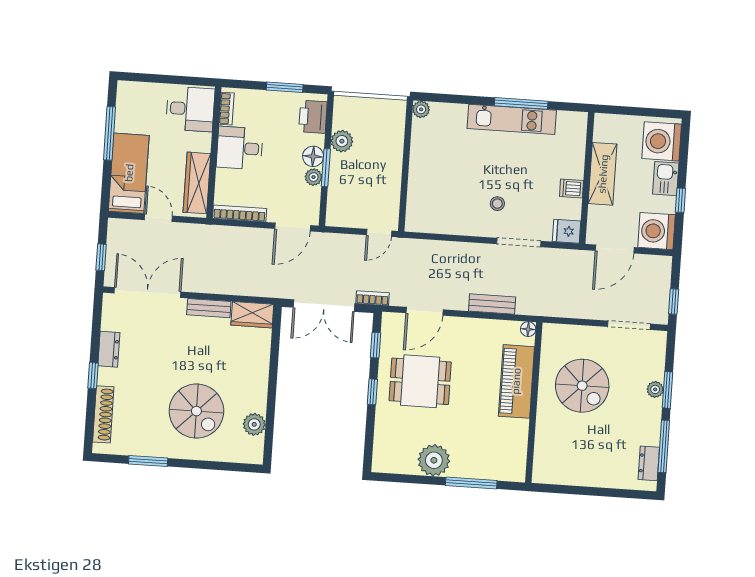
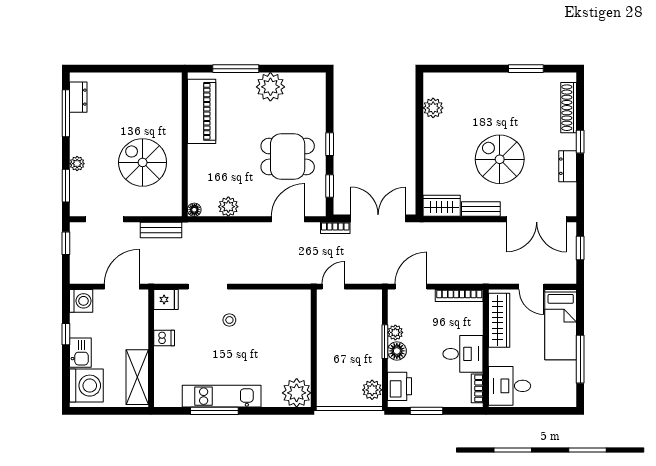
plant: (421, 109) -> (297, 393), width x1.88, depth x1.88
plant: (342, 141) -> (372, 390), moved
shelving: (603, 174) -> (137, 377), moved
washing machine: (657, 231) -> (81, 301), width x0.73, depth x0.73
bench: (492, 304) -> (161, 230), moved
plant: (490, 330) -> (228, 207), added
piano: (516, 381) -> (202, 111), moved
window: (668, 390) -> (66, 186), moved
spiral stairs: (196, 411) -> (500, 159), moved

